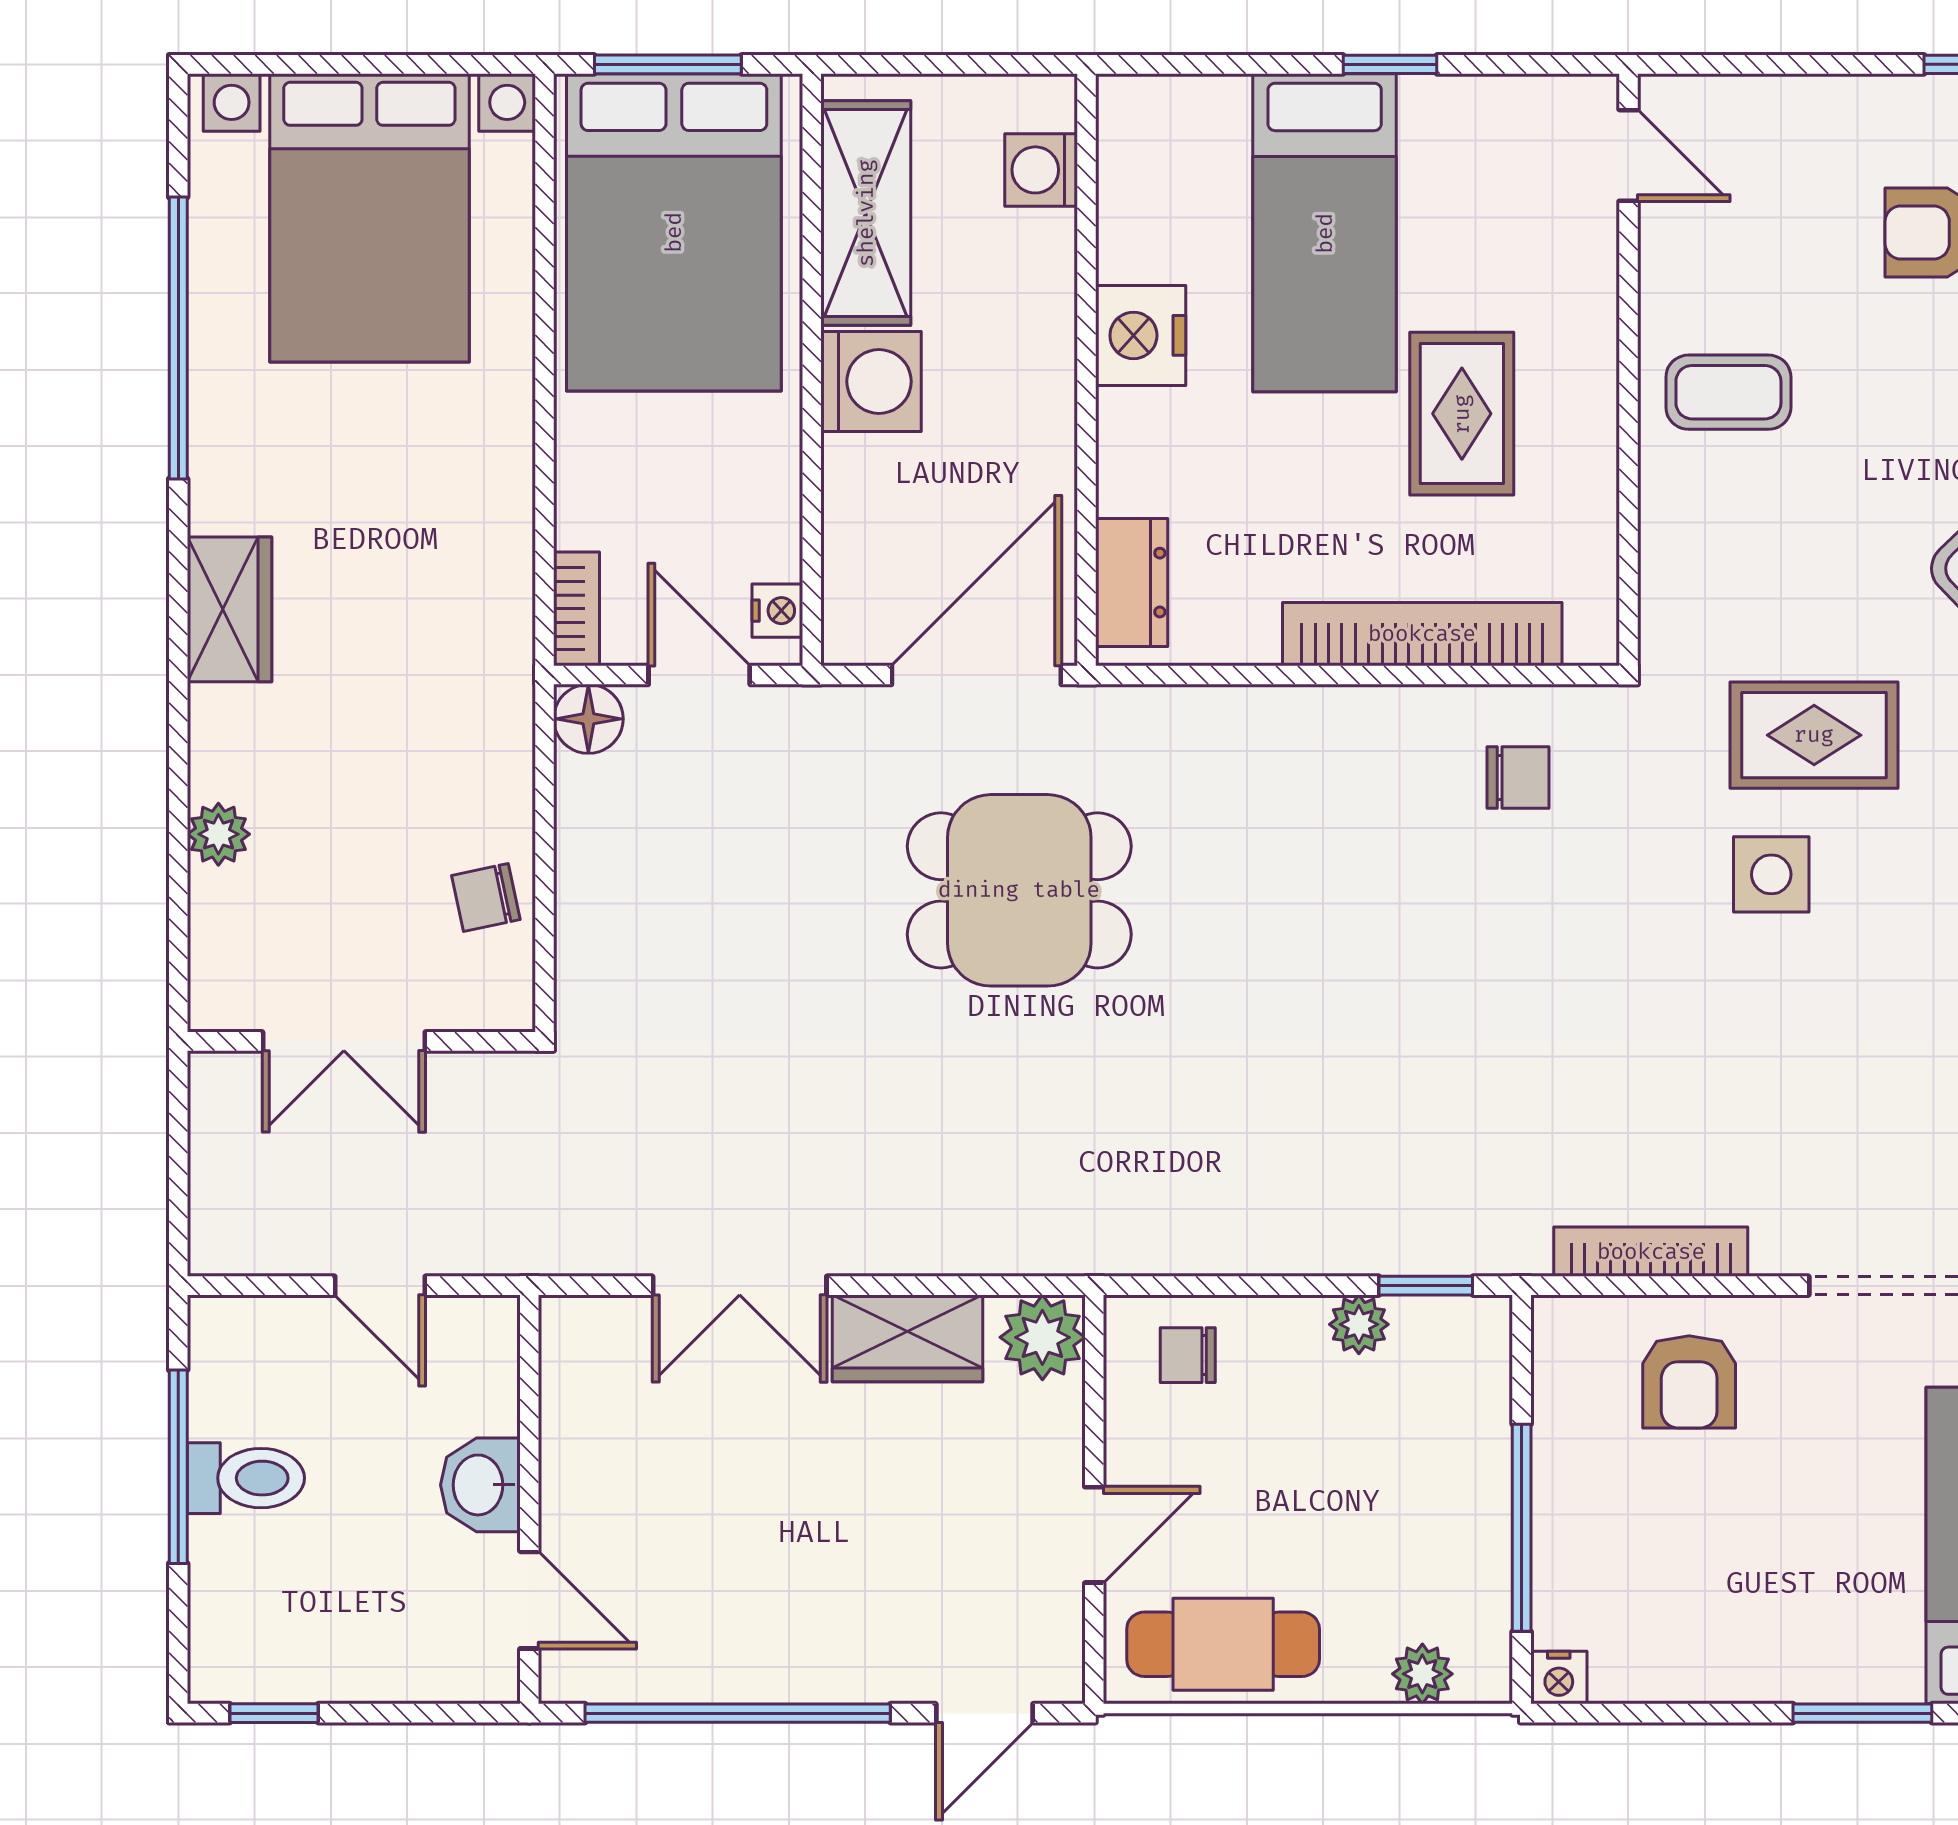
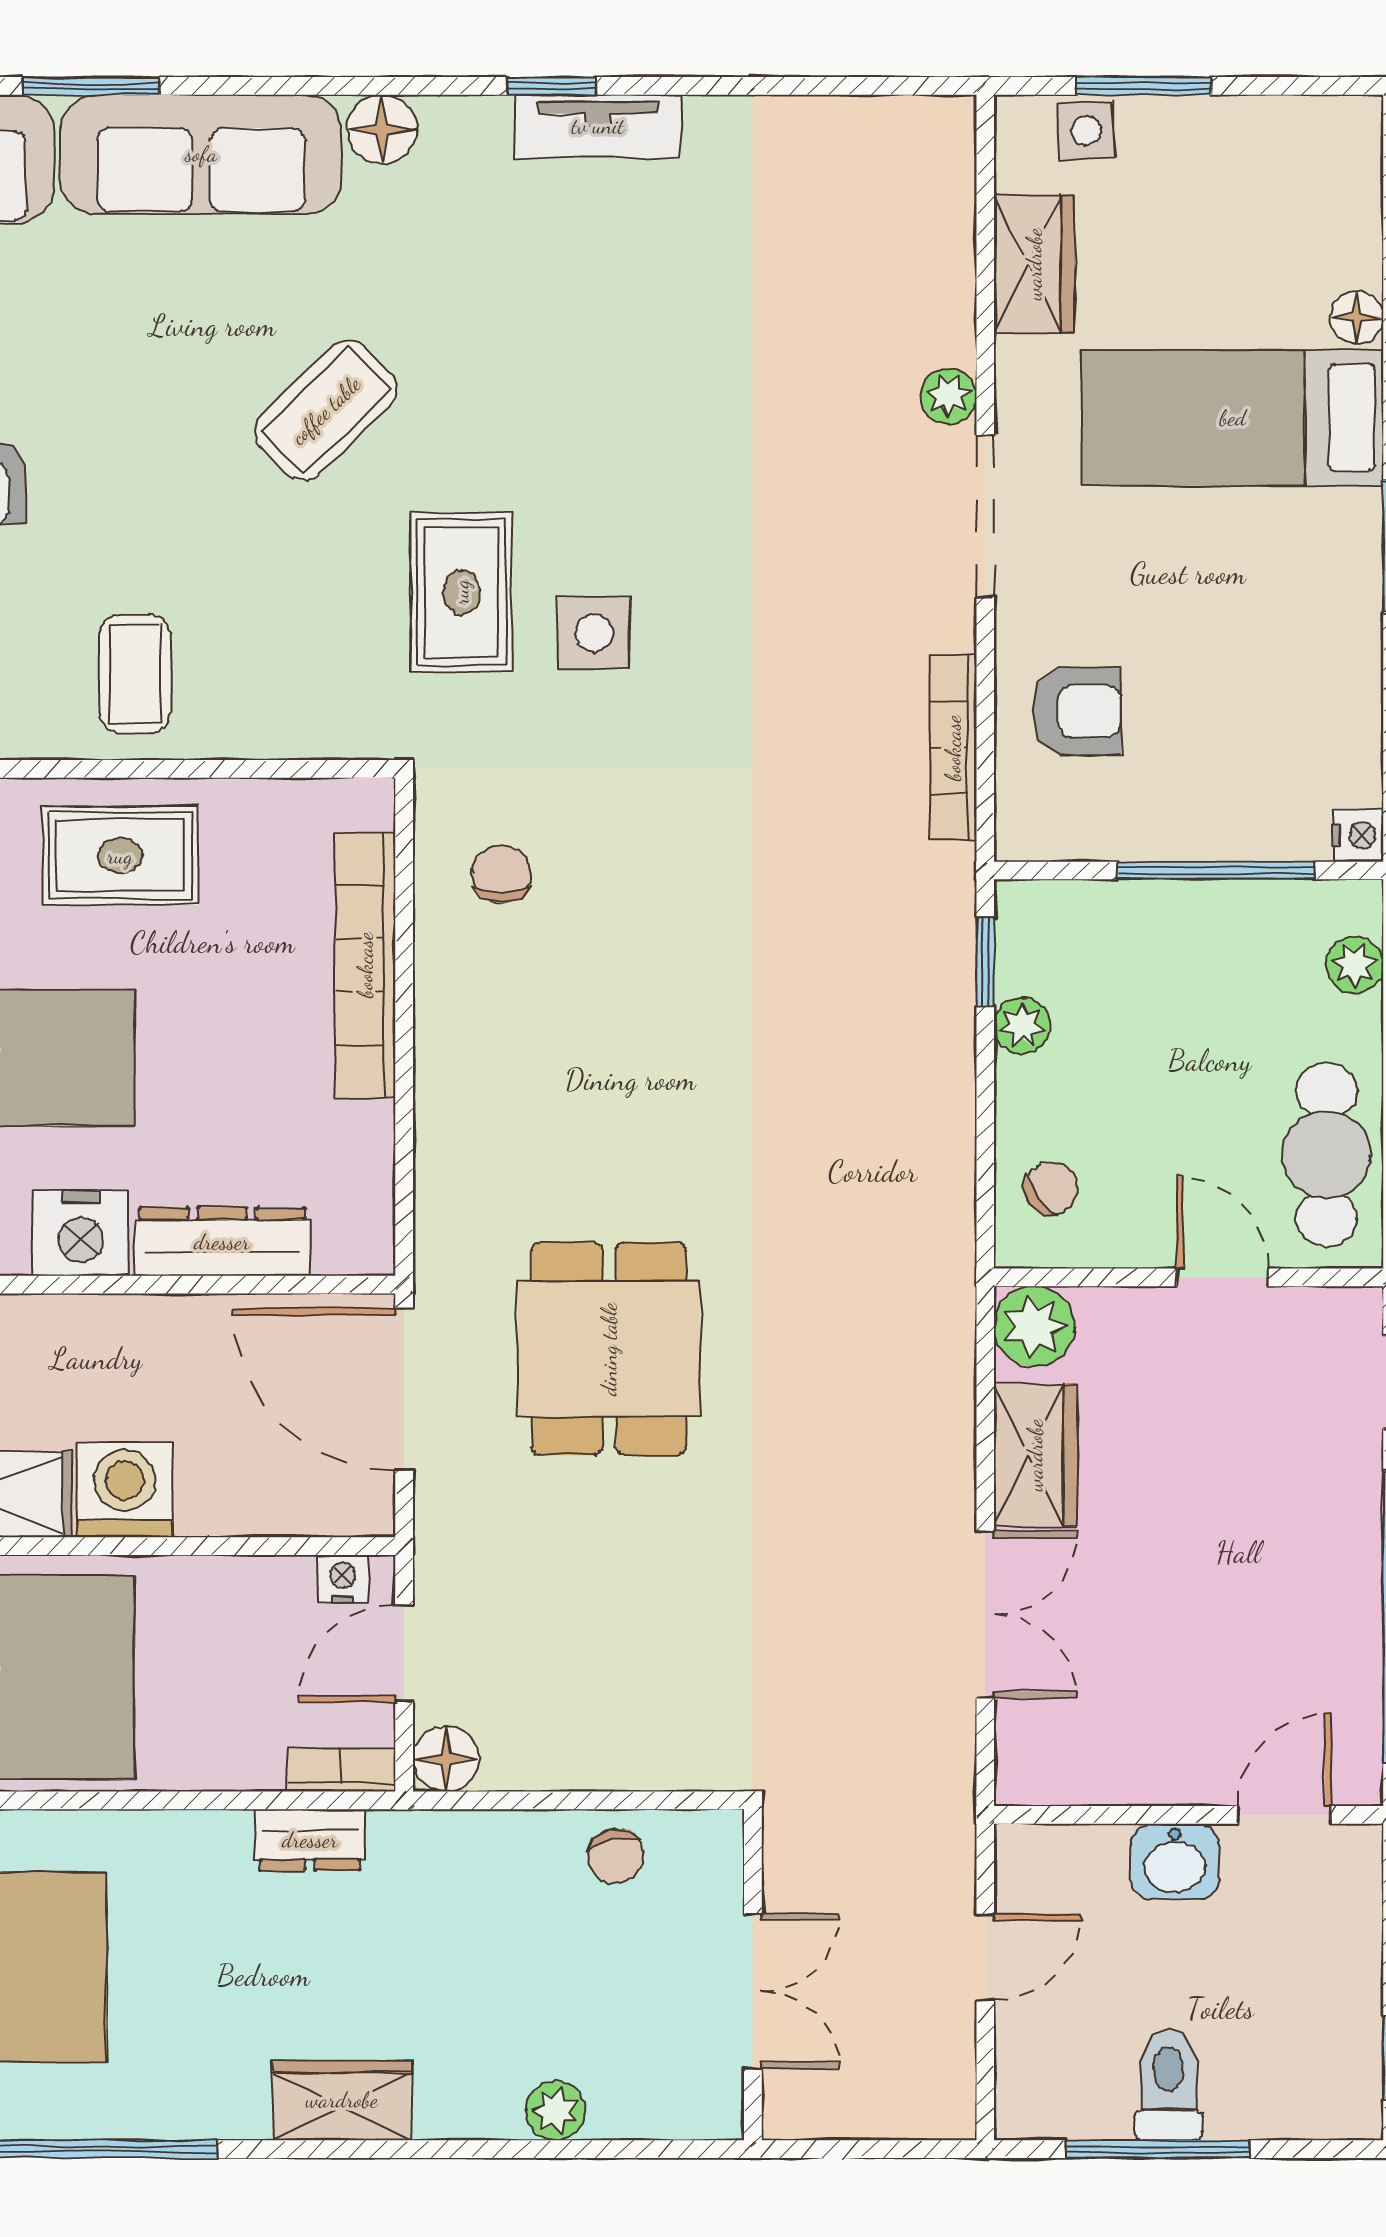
rug: (1462, 414) -> (120, 856), moved
dresser: (503, 576) -> (310, 1840), added
dresser: (1132, 583) -> (222, 1242), moved, width x1.44
chair: (1188, 1355) -> (1051, 1188), turned -126

